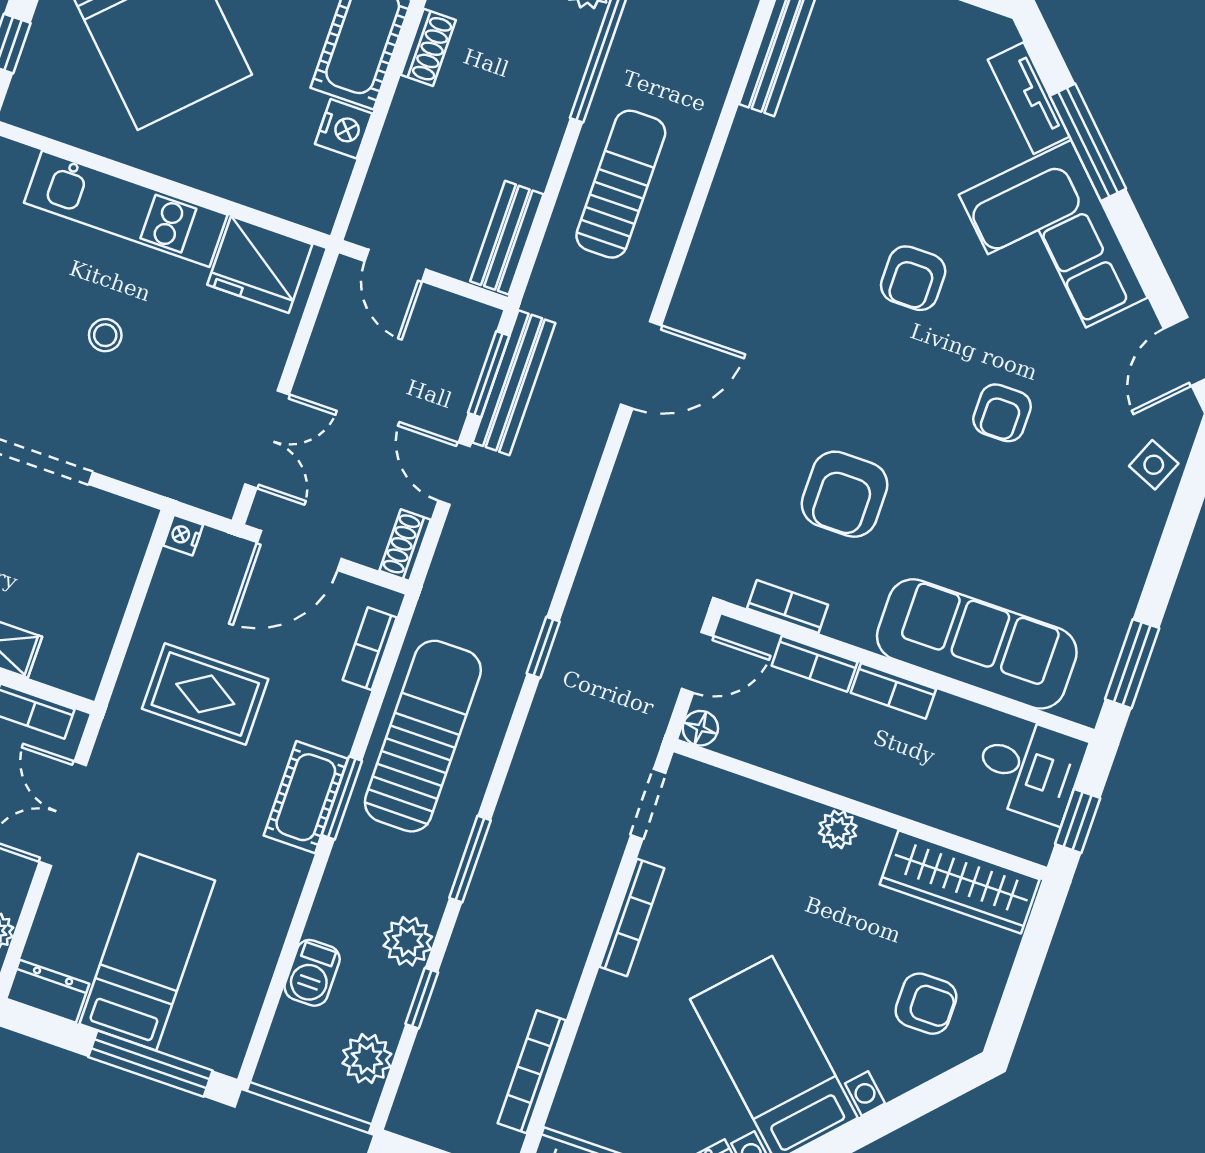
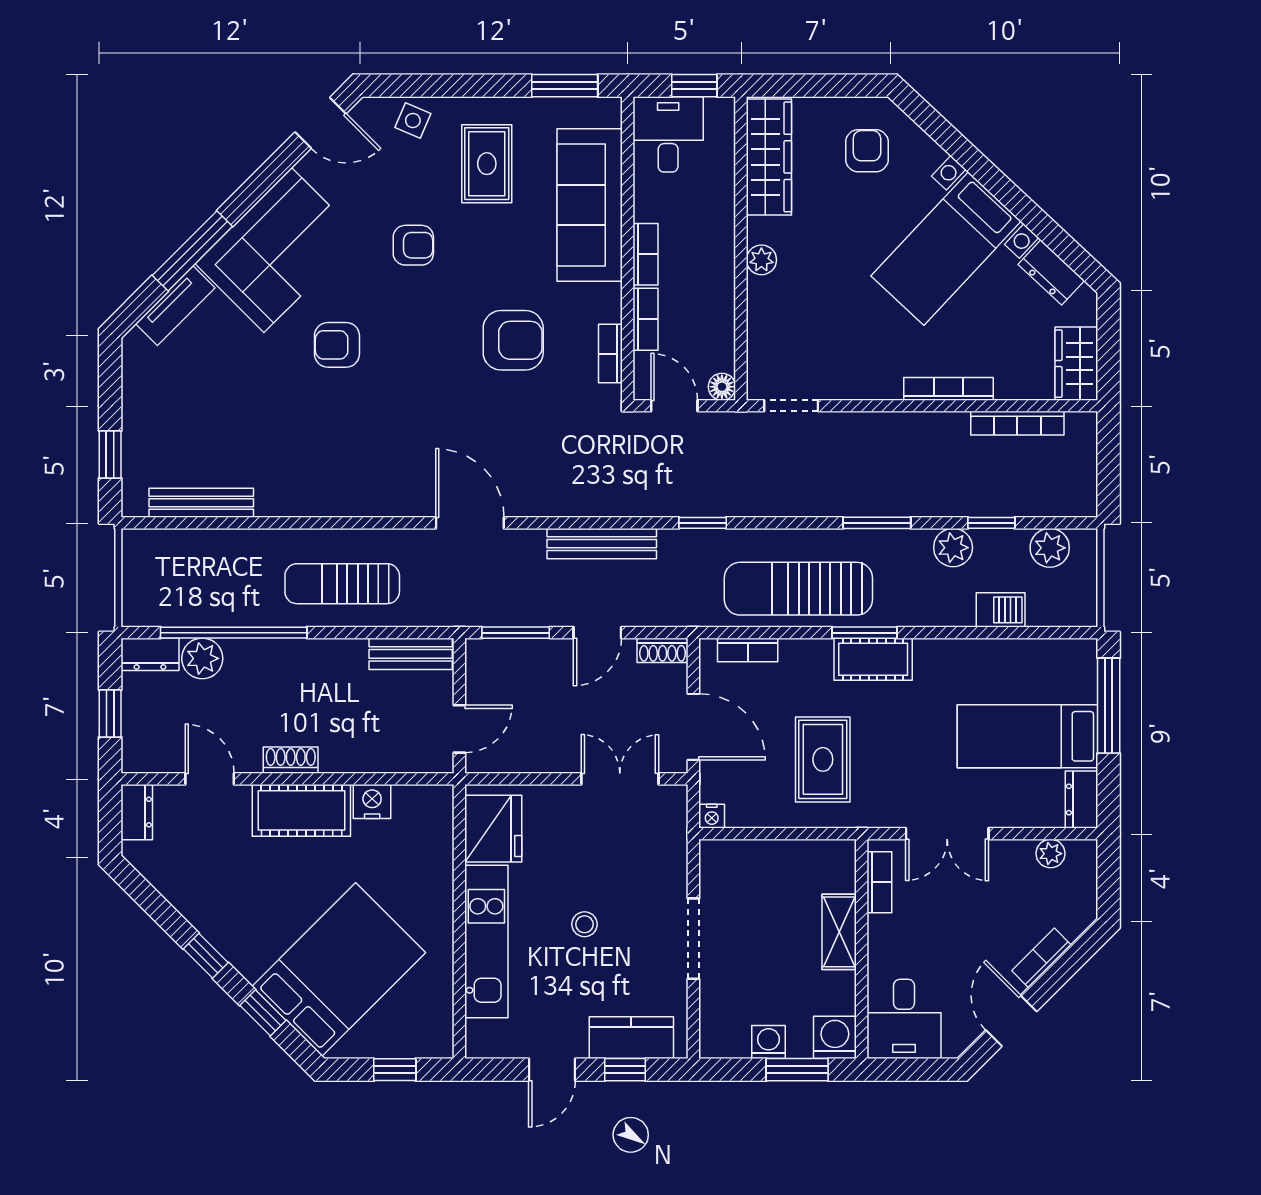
armchair: (913, 278) -> (337, 345), turned 180
bench: (514, 383) -> (602, 544), moved
rug: (1070, 536) -> (487, 164), added
bookcase: (632, 918) -> (949, 389), moved

